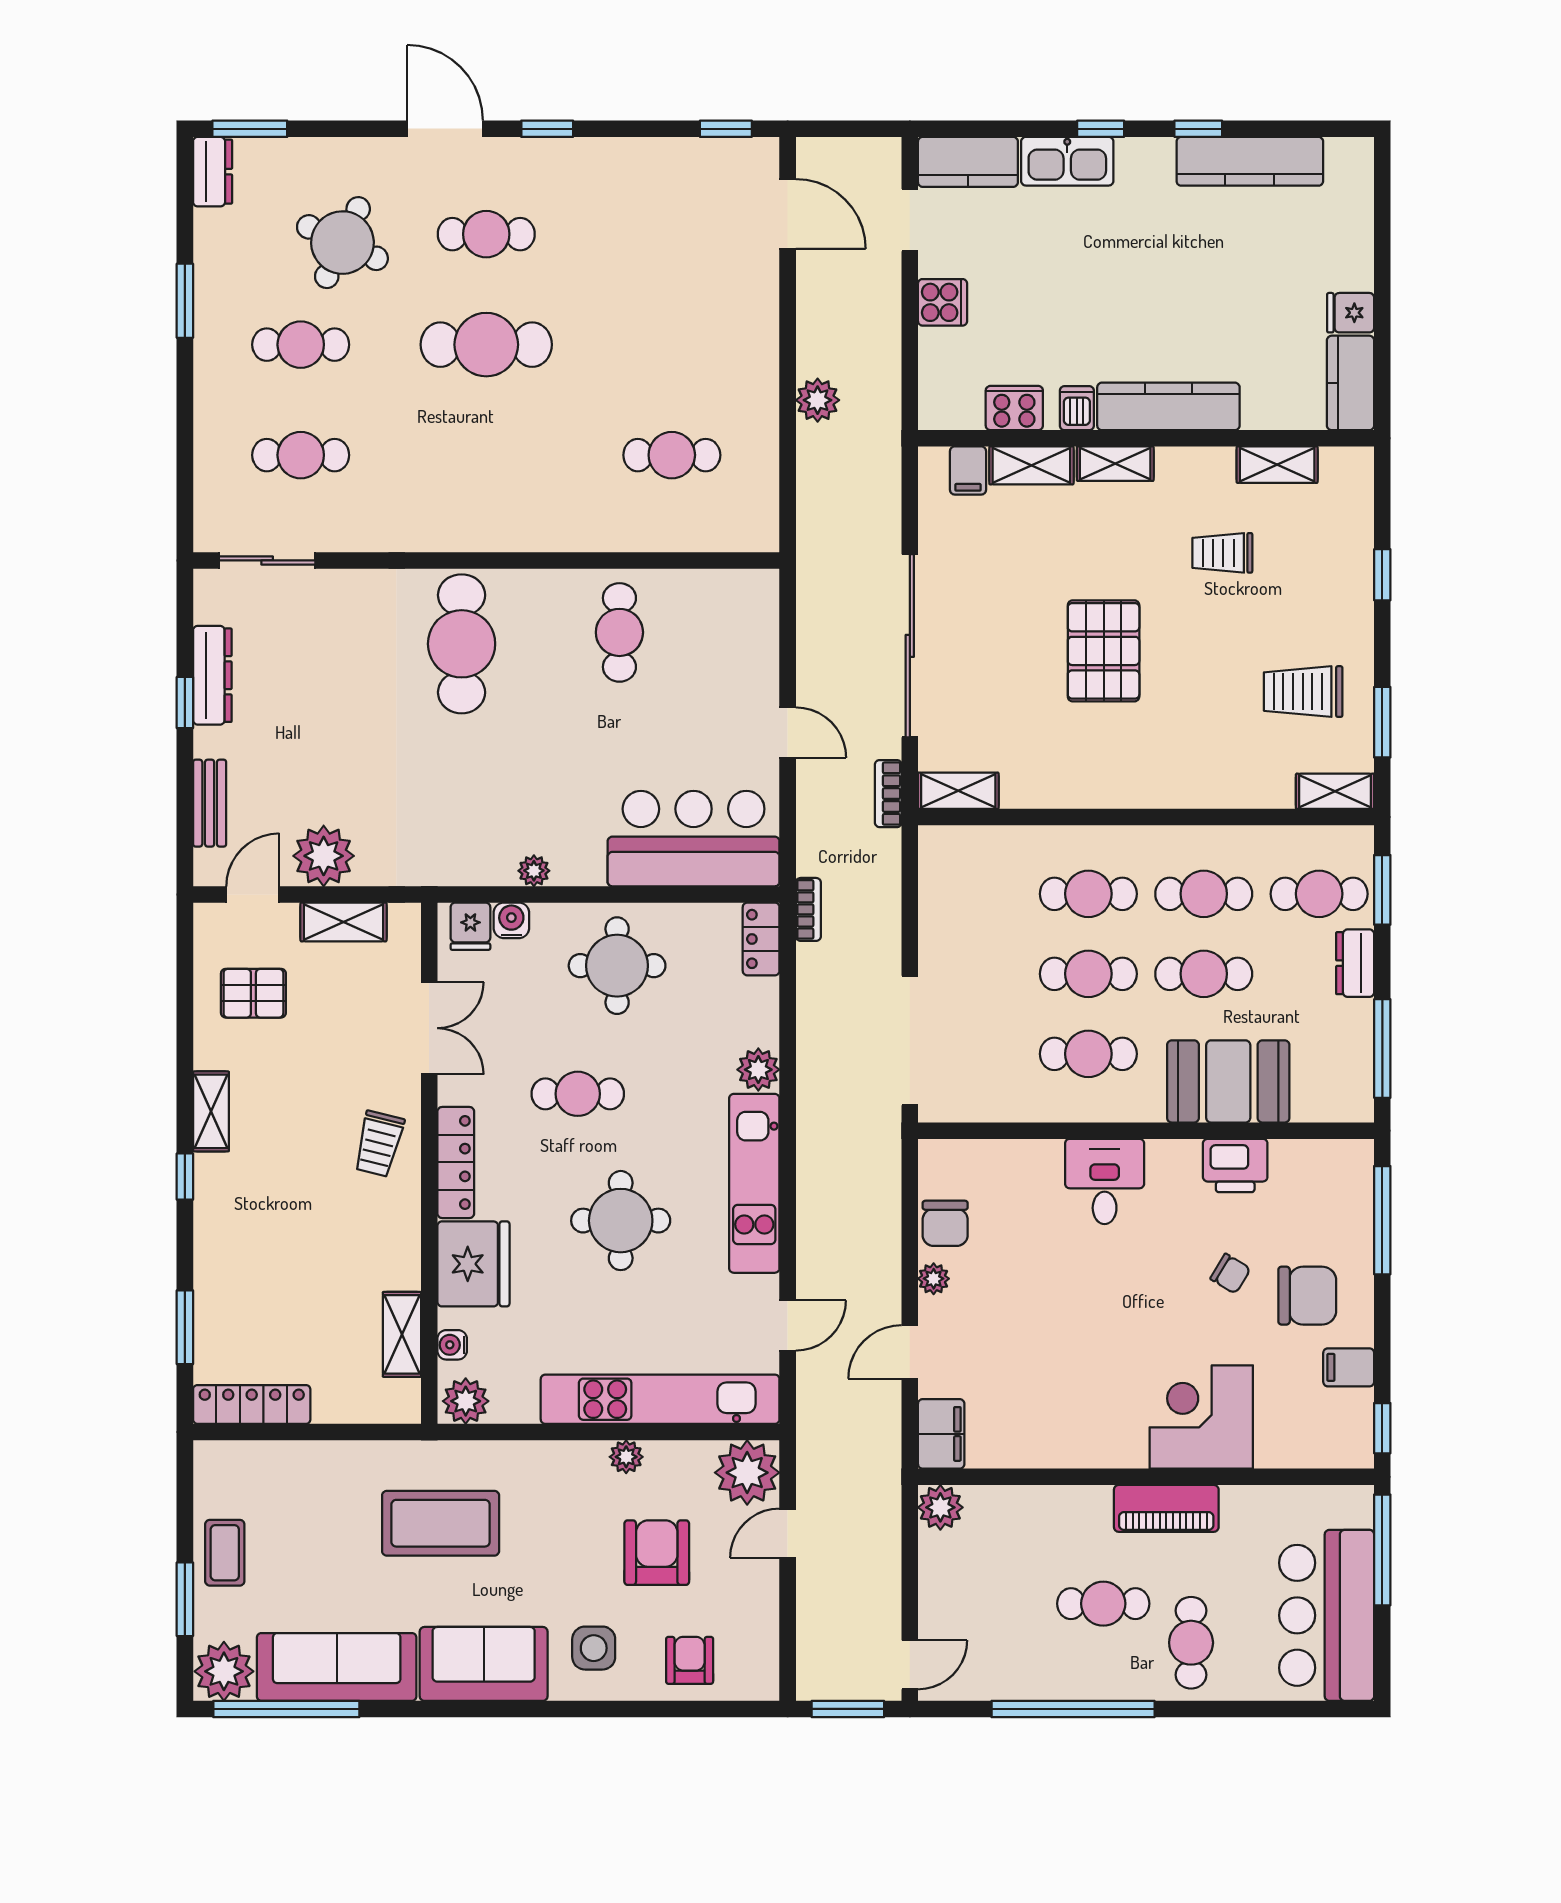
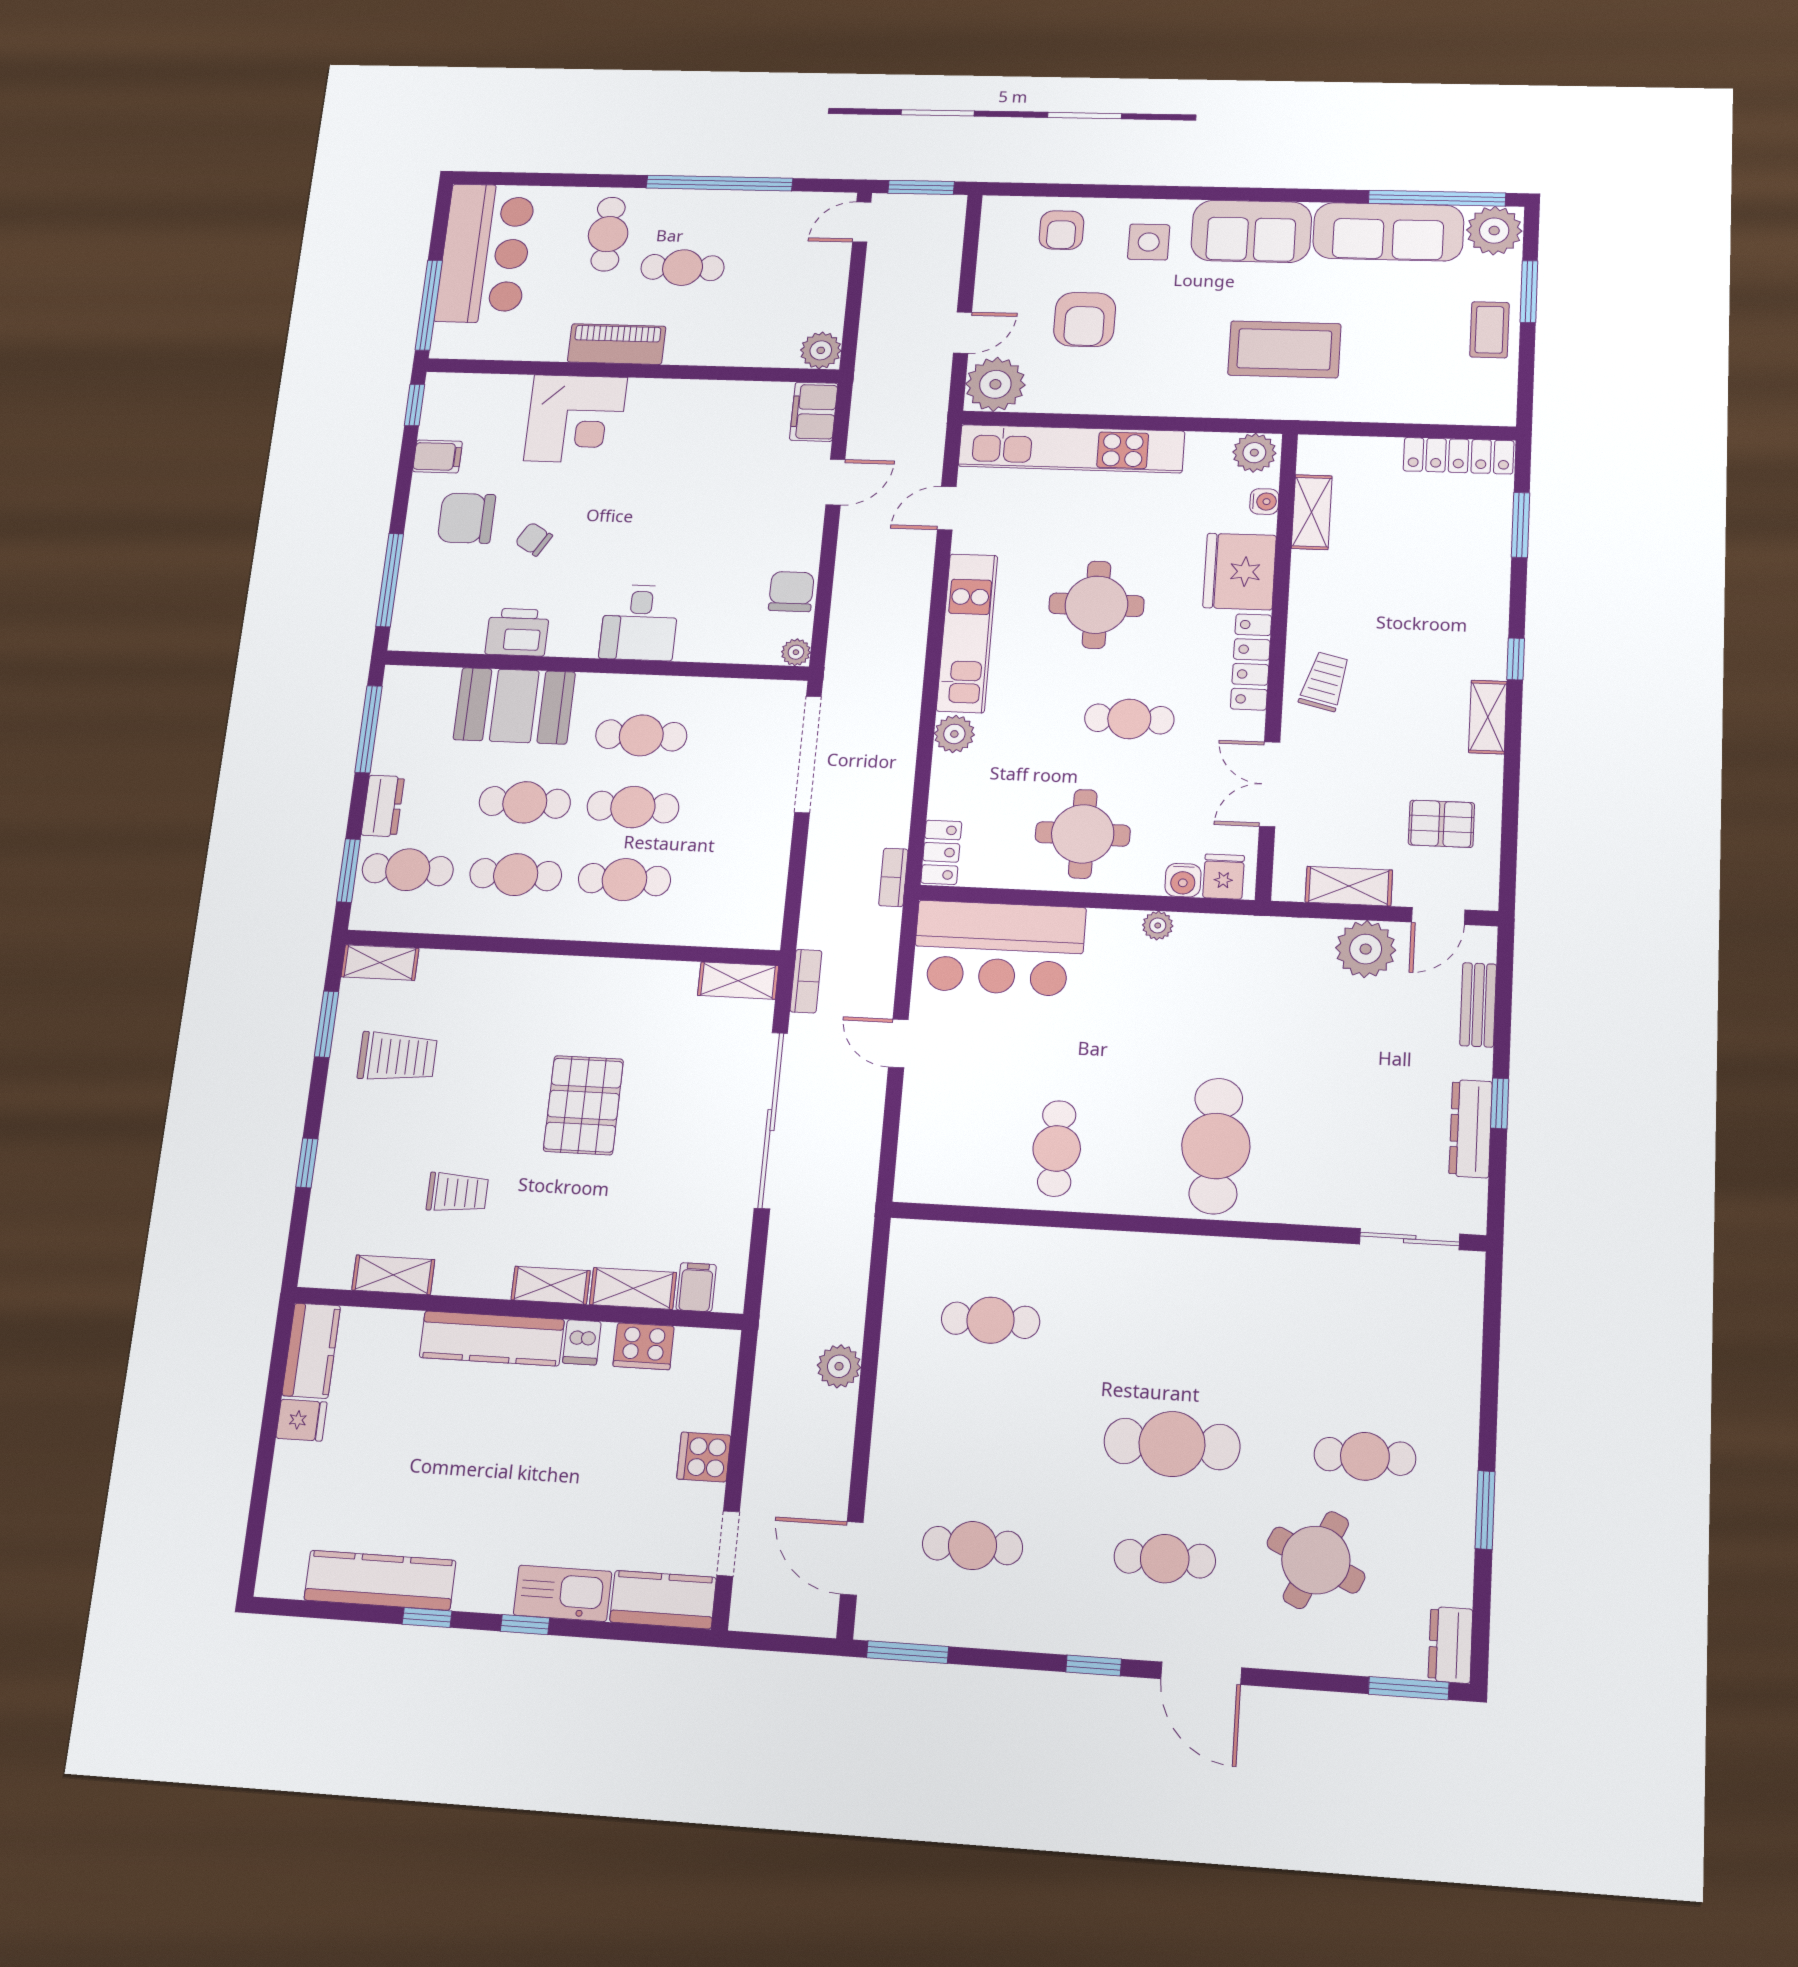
window: (726, 129) -> (908, 1652), width x1.50
cafe table: (301, 455) -> (972, 1546), moved
plant: (934, 1279) -> (796, 652), moved
plant: (626, 1457) -> (1107, 401), removed

